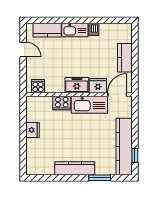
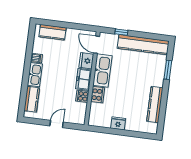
door: (23, 49) -> (57, 124), moved
kitchen counter: (125, 58) -> (53, 32), moved
cooker: (38, 86) -> (82, 96), moved
window: (135, 155) -> (121, 32), moved
kitchen counter: (75, 168) -> (155, 105), moved

